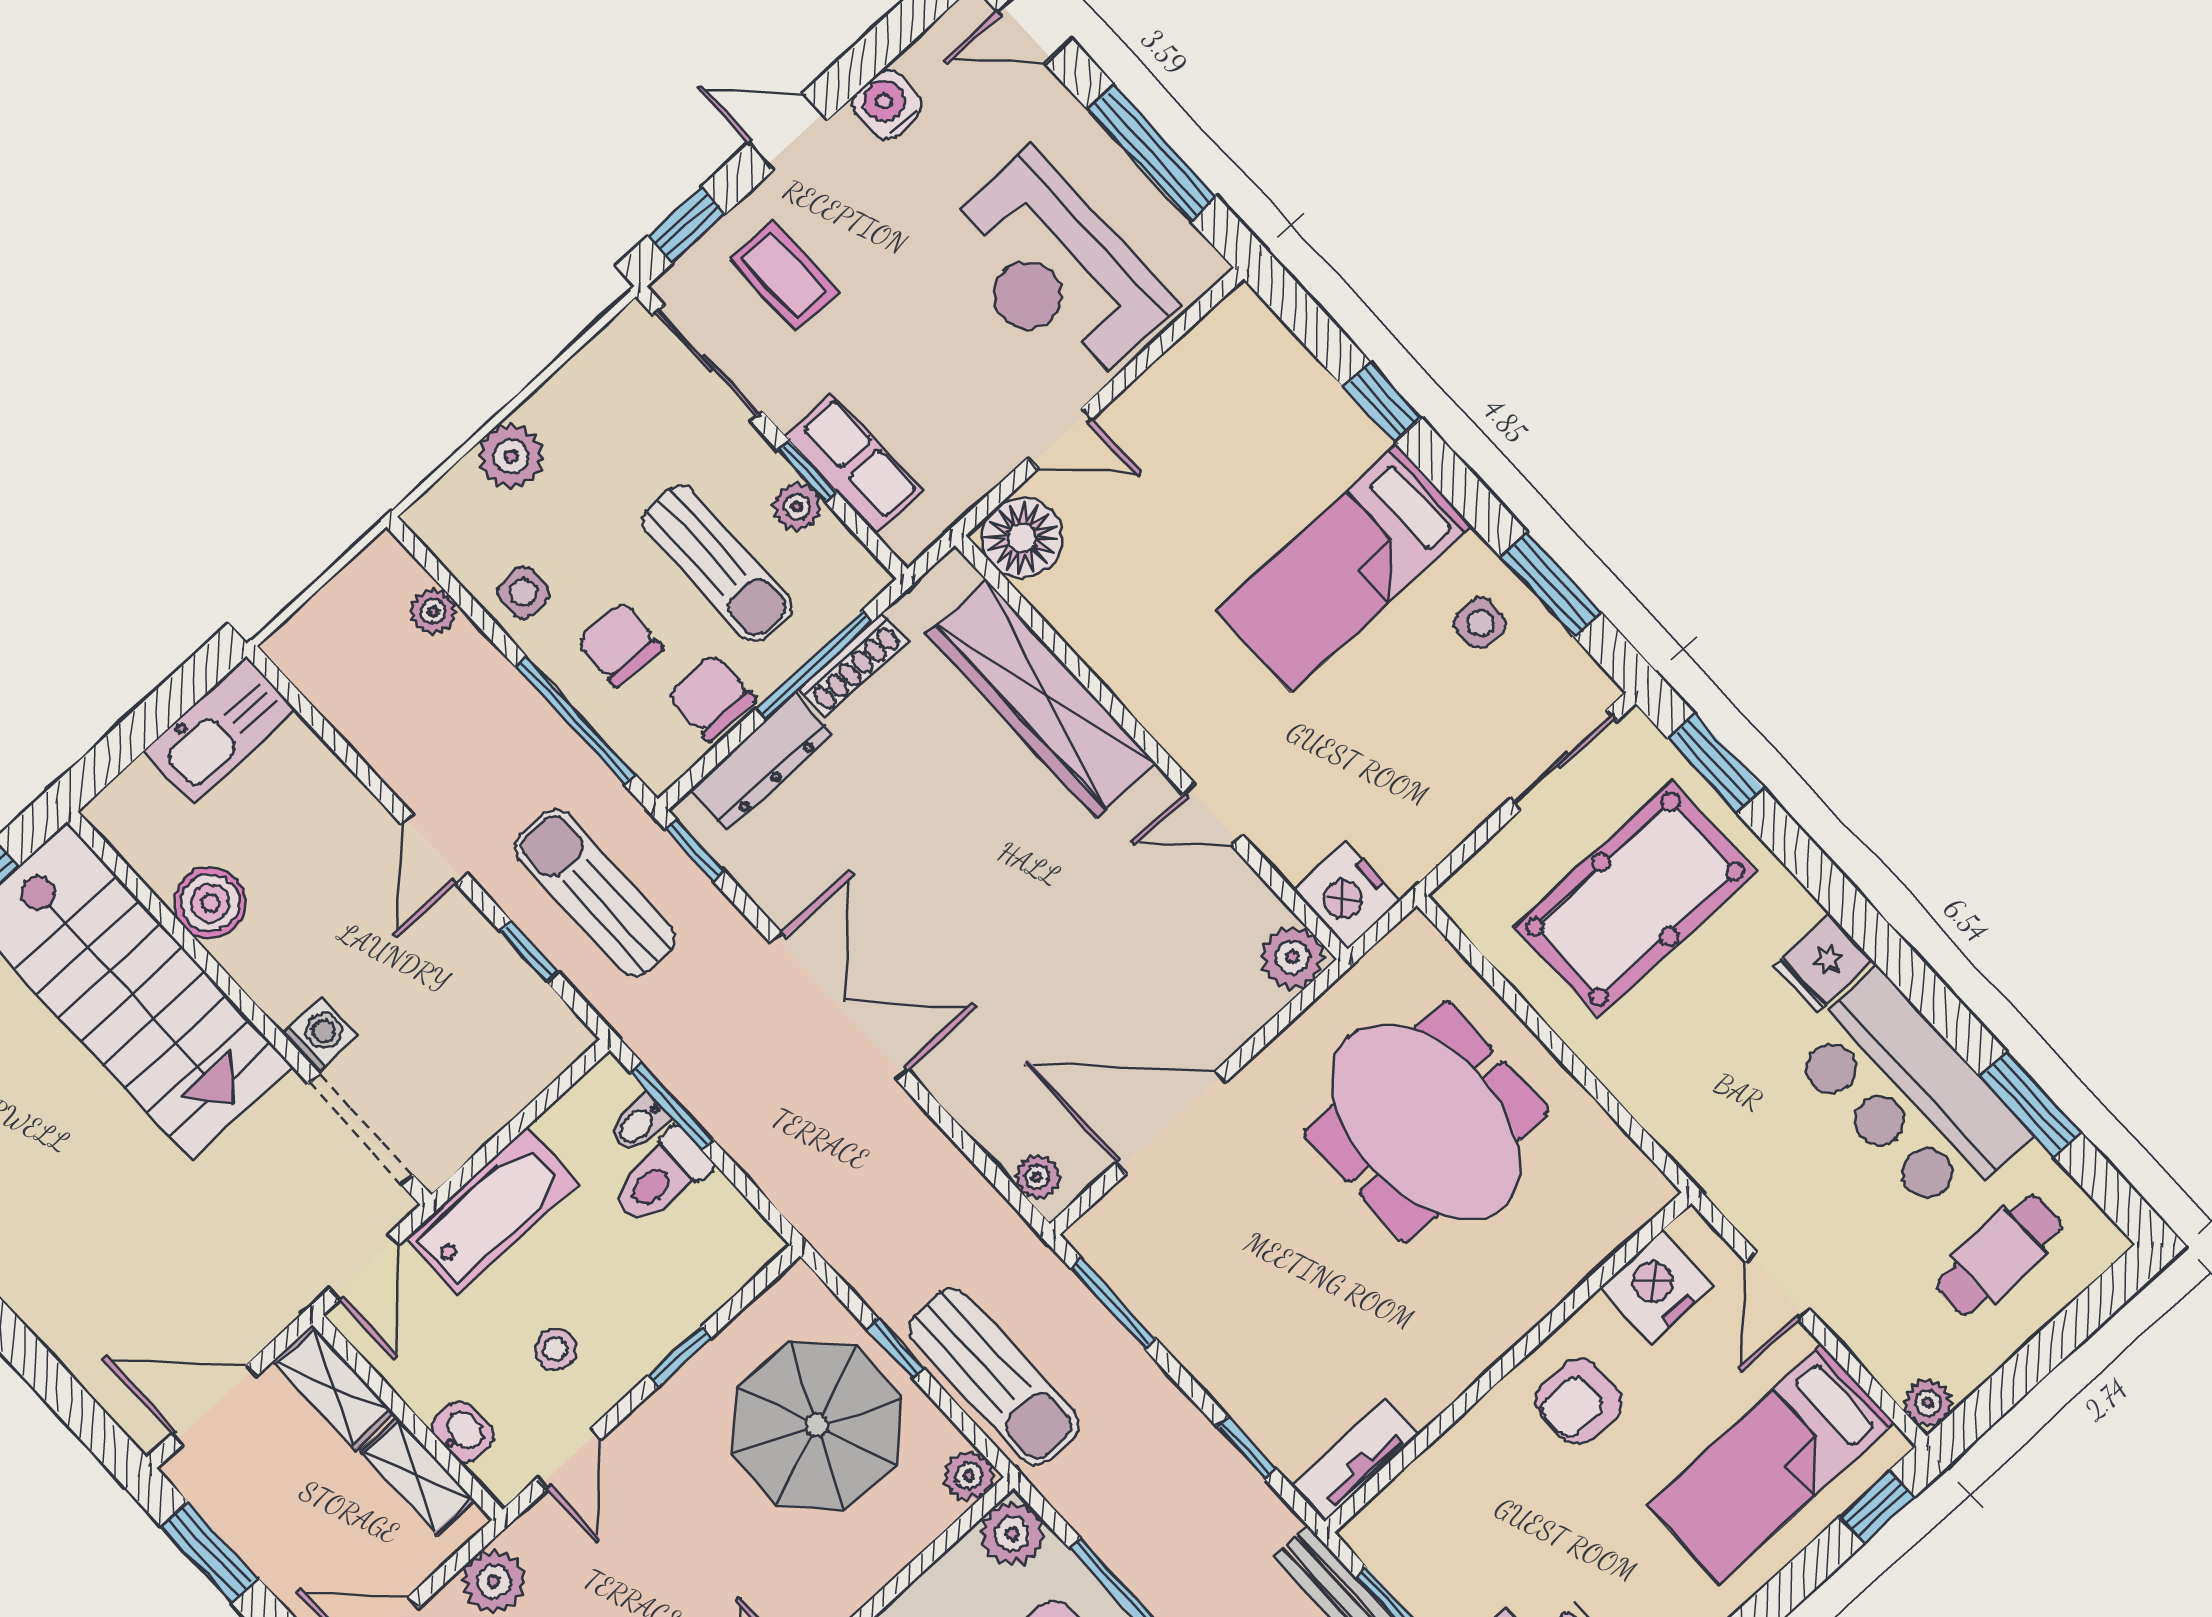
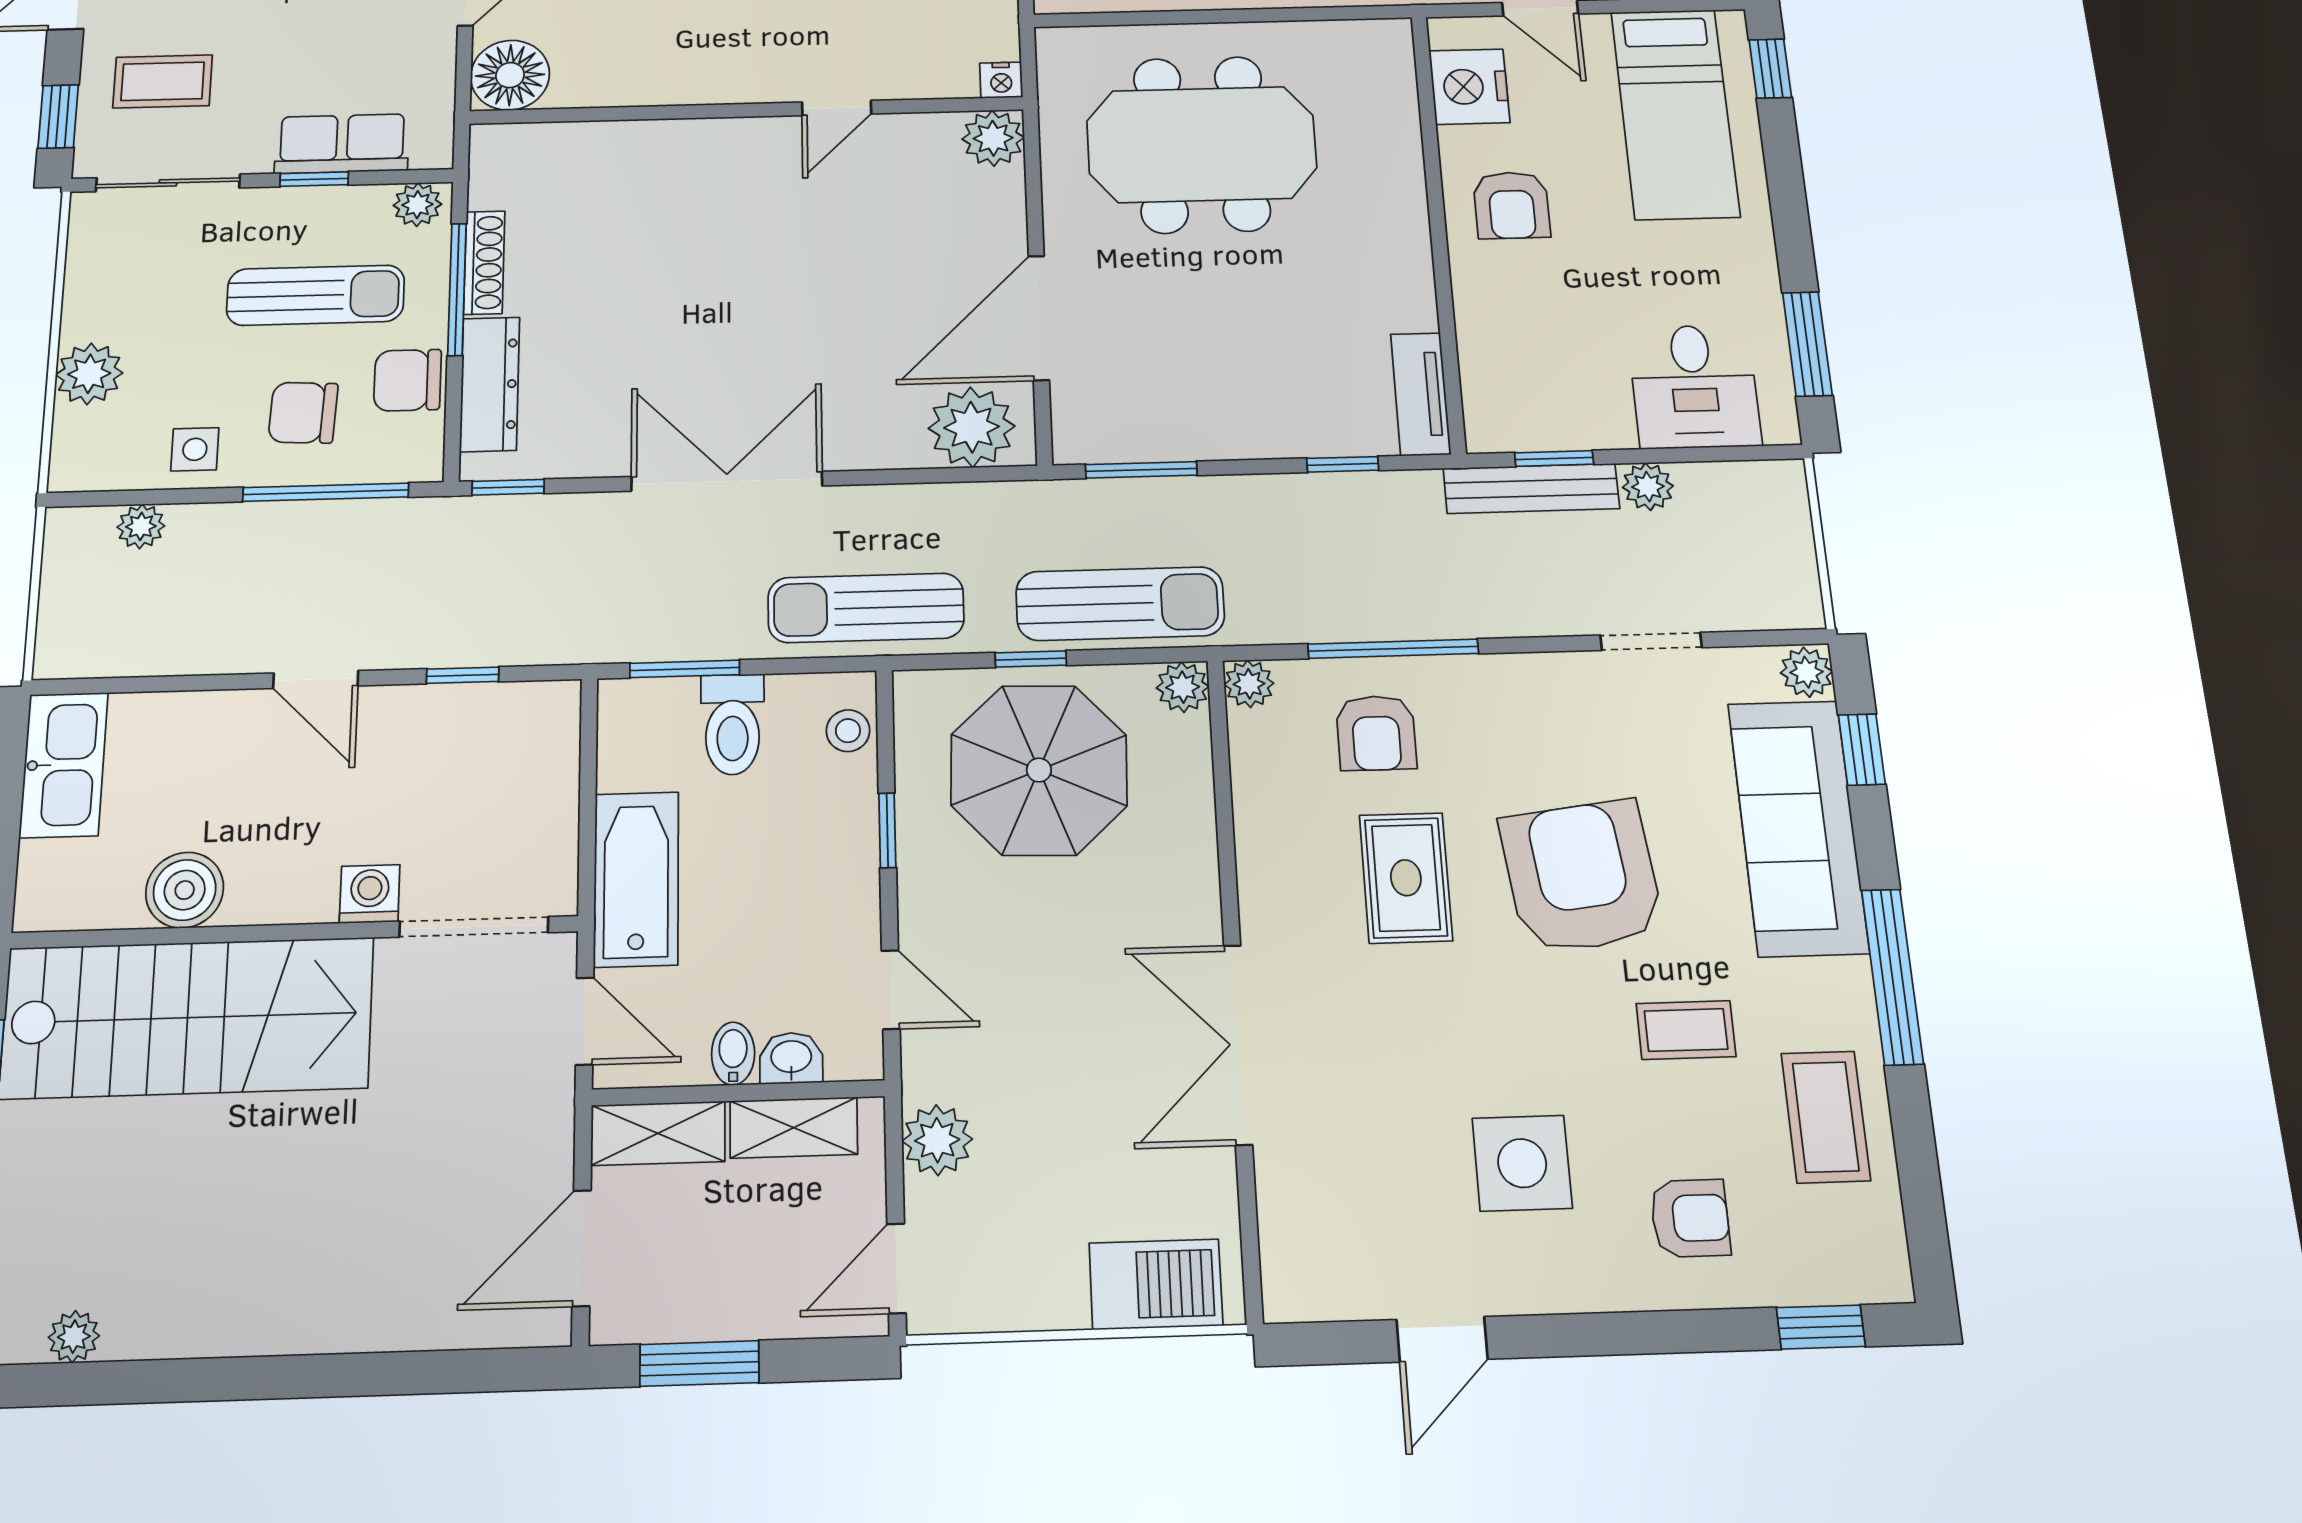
plant: (797, 507) -> (417, 205), moved
wardrobe: (1042, 699) -> (638, 155), removed
sun lounger: (595, 892) -> (866, 608), moved
nightstand: (1347, 895) -> (1001, 80), width x0.53, depth x0.56
bidet: (639, 1124) -> (733, 1054), moved, turned 180
plant: (1037, 1177) -> (972, 427), width x1.88, depth x1.88
stool: (555, 1349) -> (848, 731), moved
plant: (1012, 1534) -> (1249, 684), width x0.73, depth x0.73

